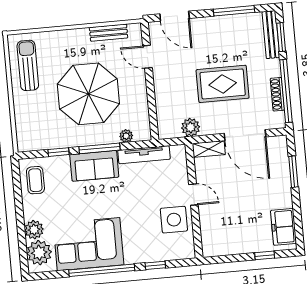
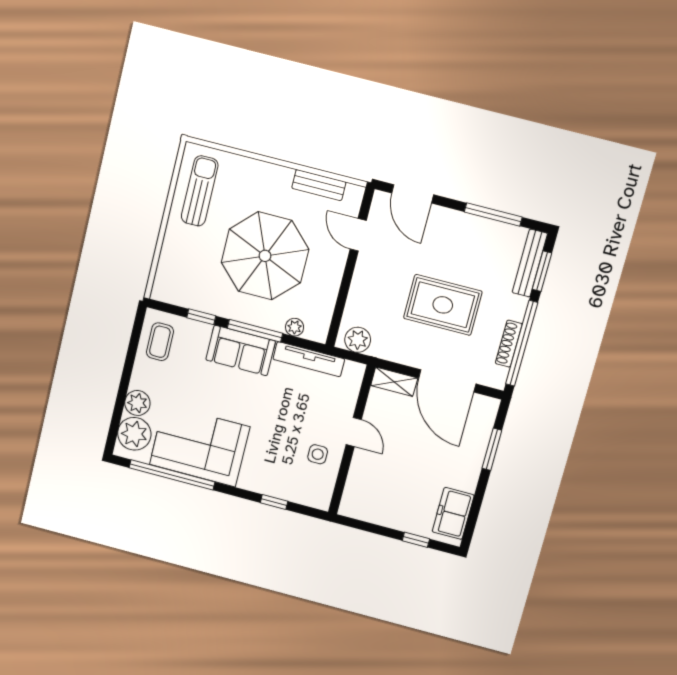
plant: (191, 127) -> (358, 340), moved
side table: (174, 220) -> (318, 454), width x0.54, depth x0.54
window: (102, 270) -> (172, 475), moved

